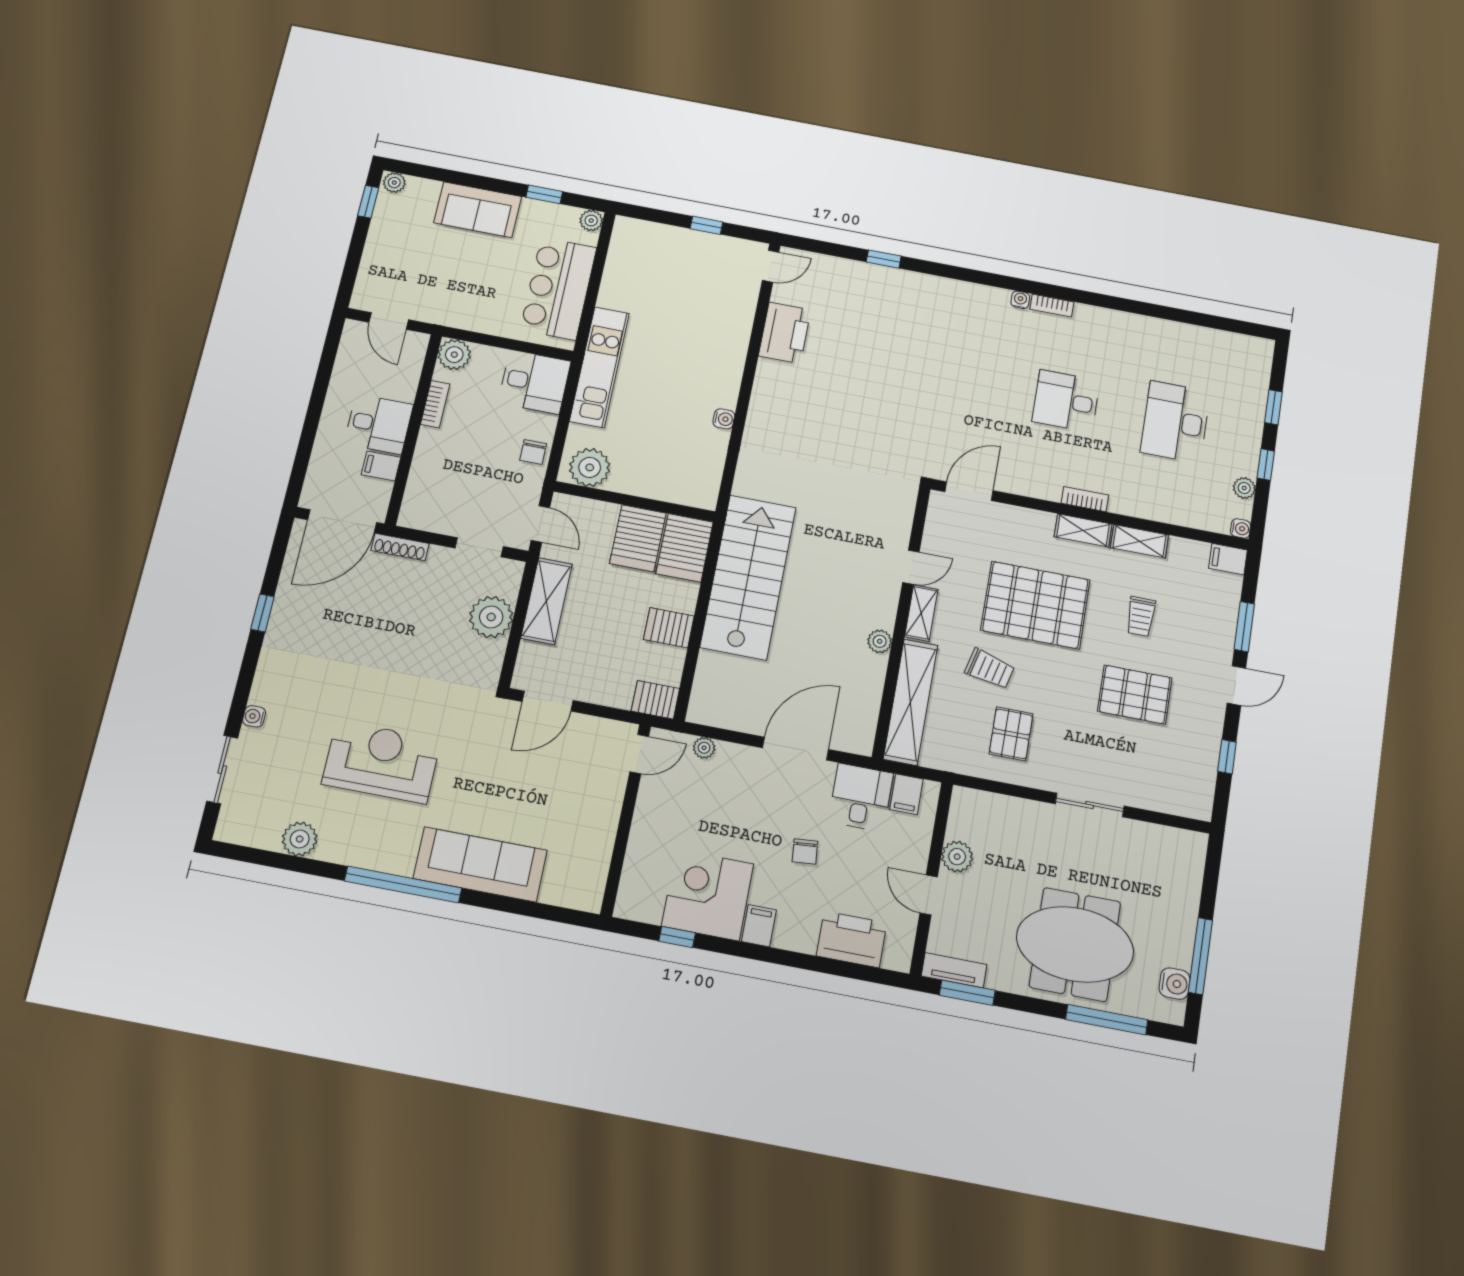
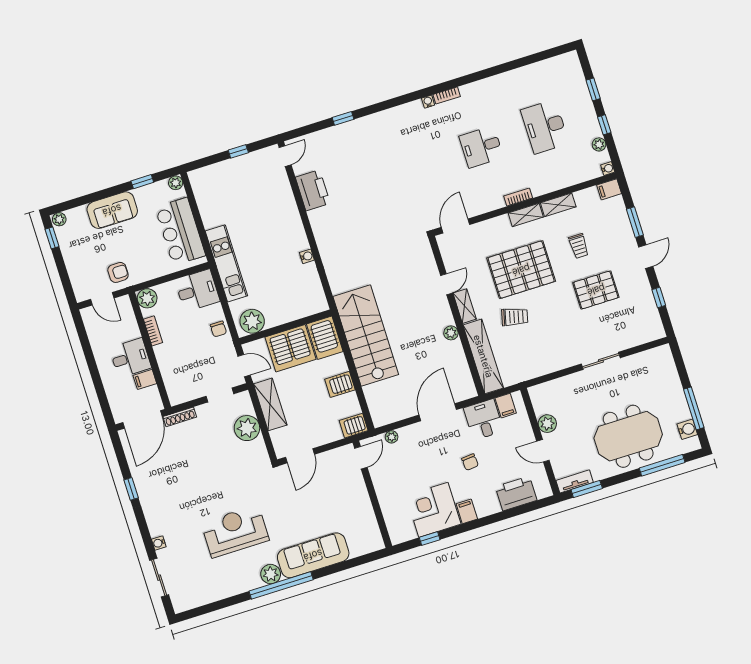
armchair: (434, 297) -> (118, 272), added
server rack: (638, 538) -> (291, 348), width x1.60
pallet: (1011, 734) -> (543, 345), removed
plant: (300, 839) -> (271, 574), moved

